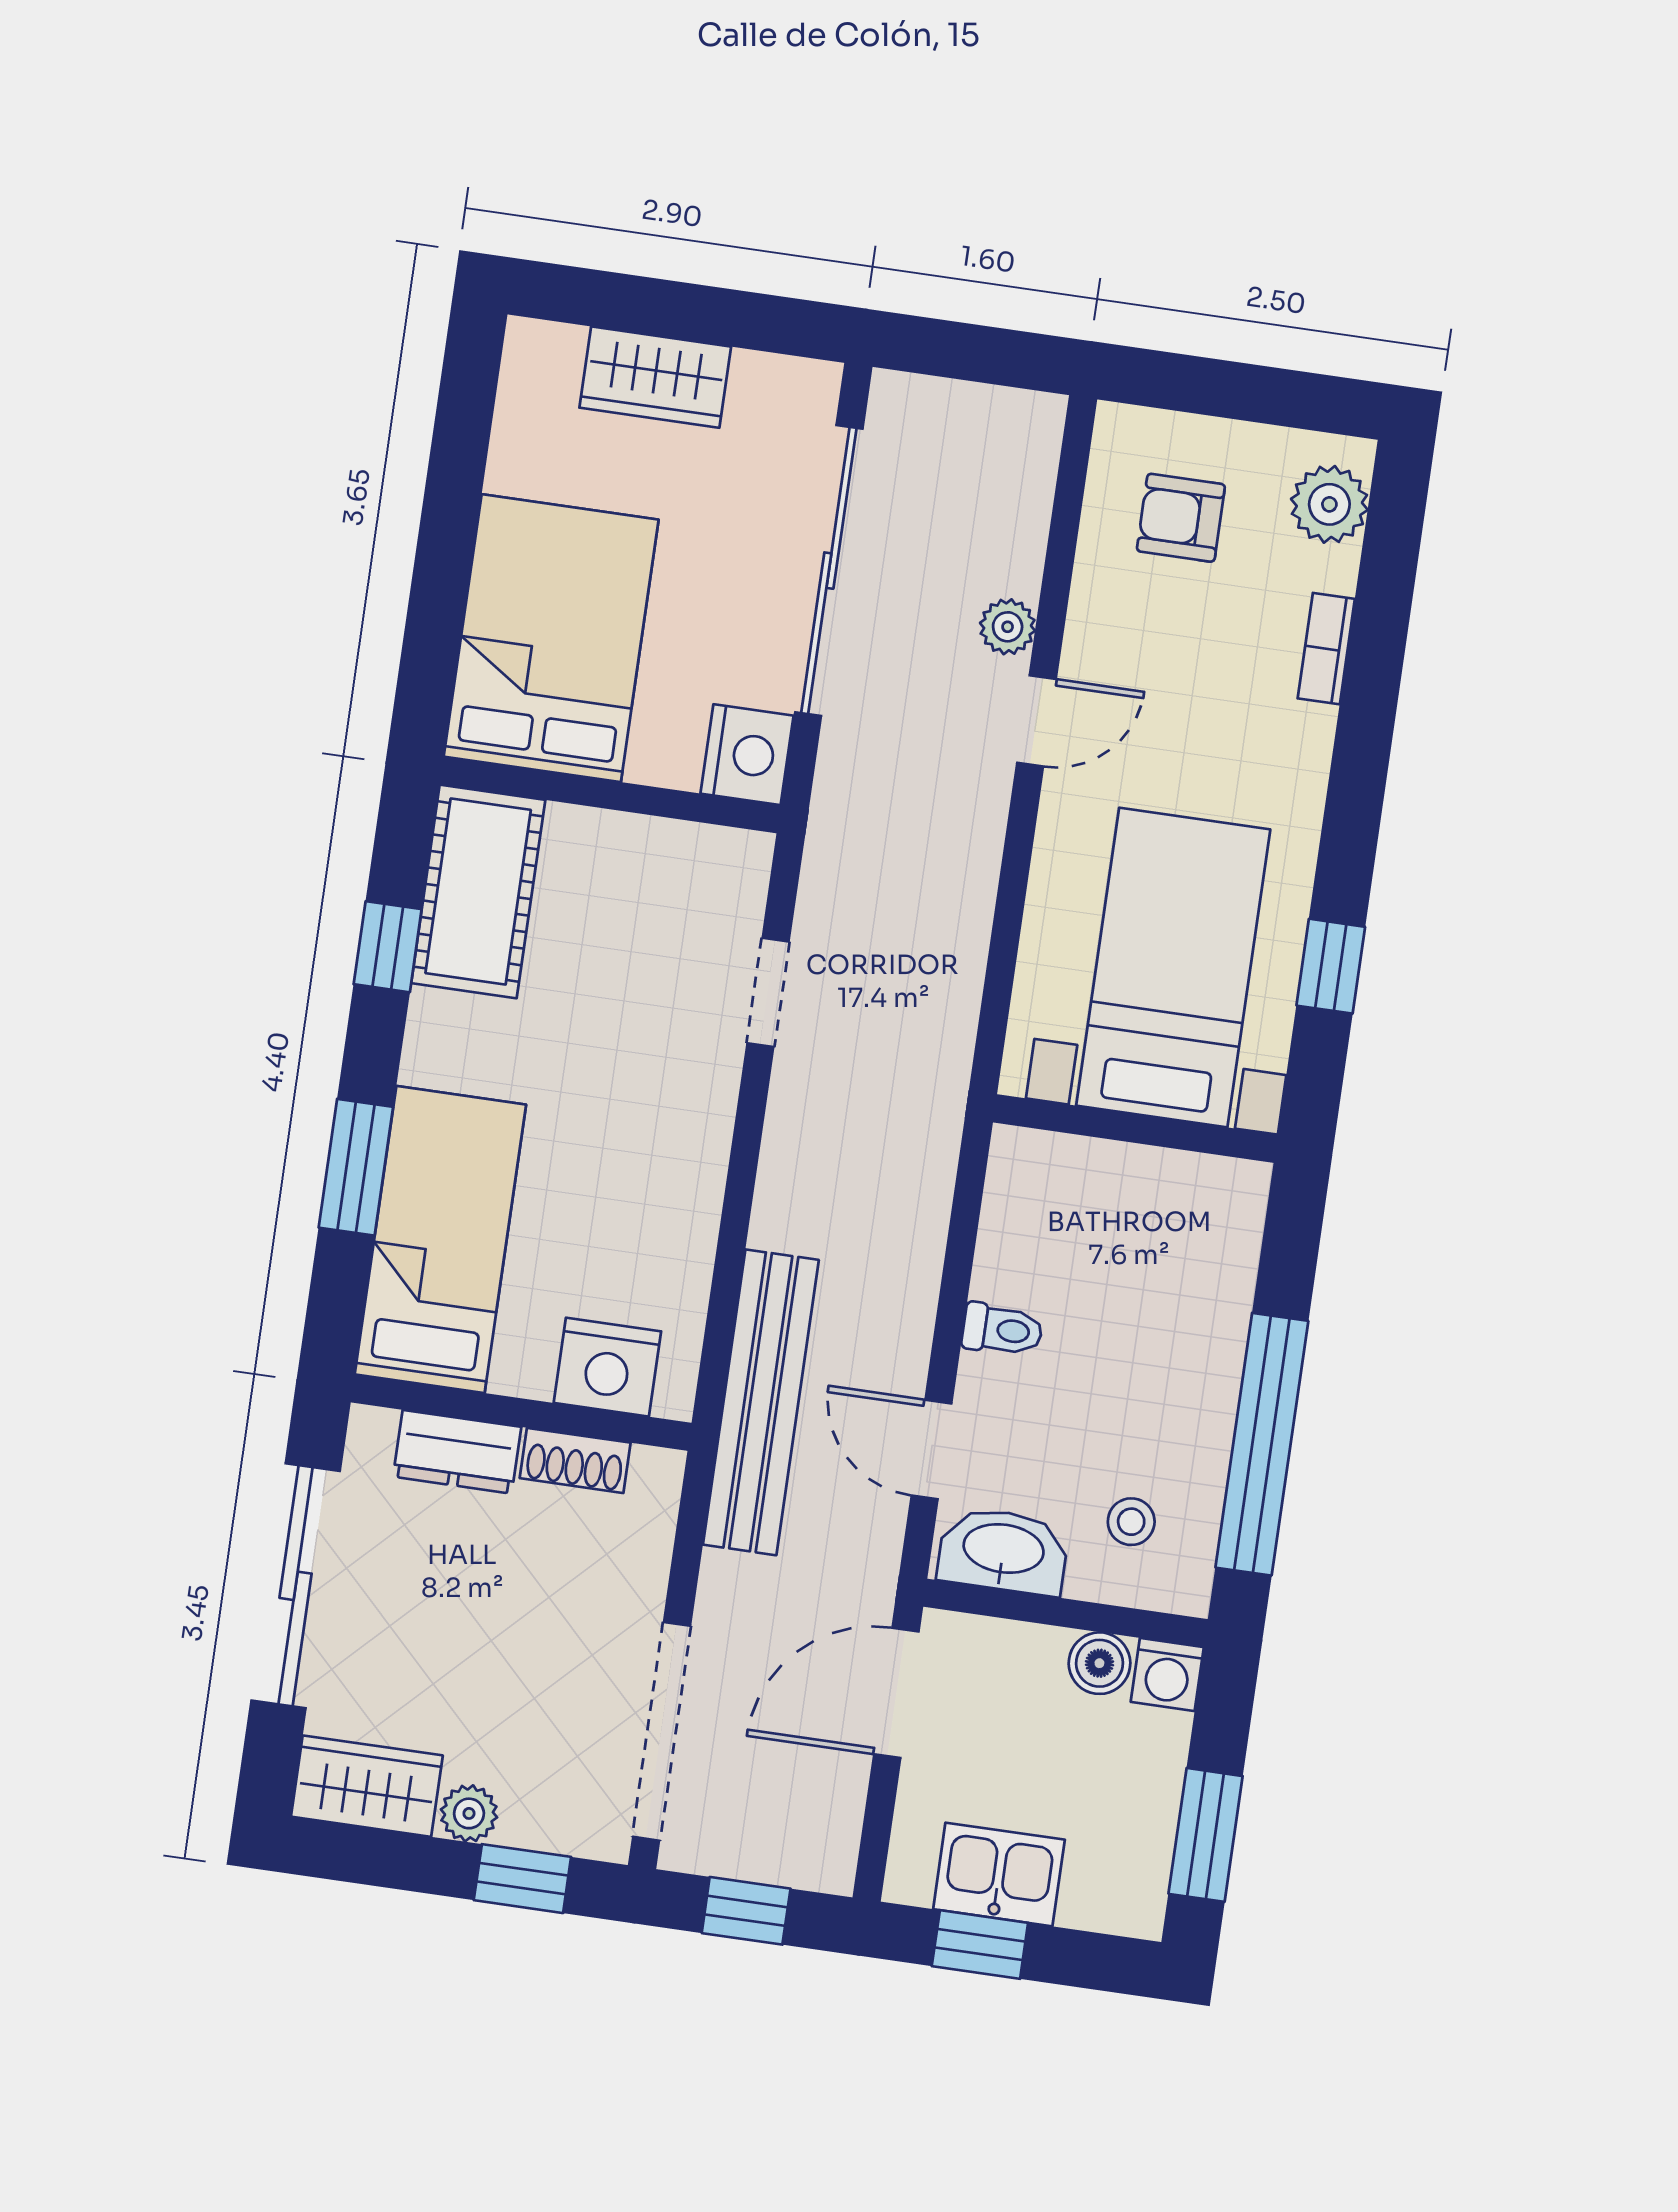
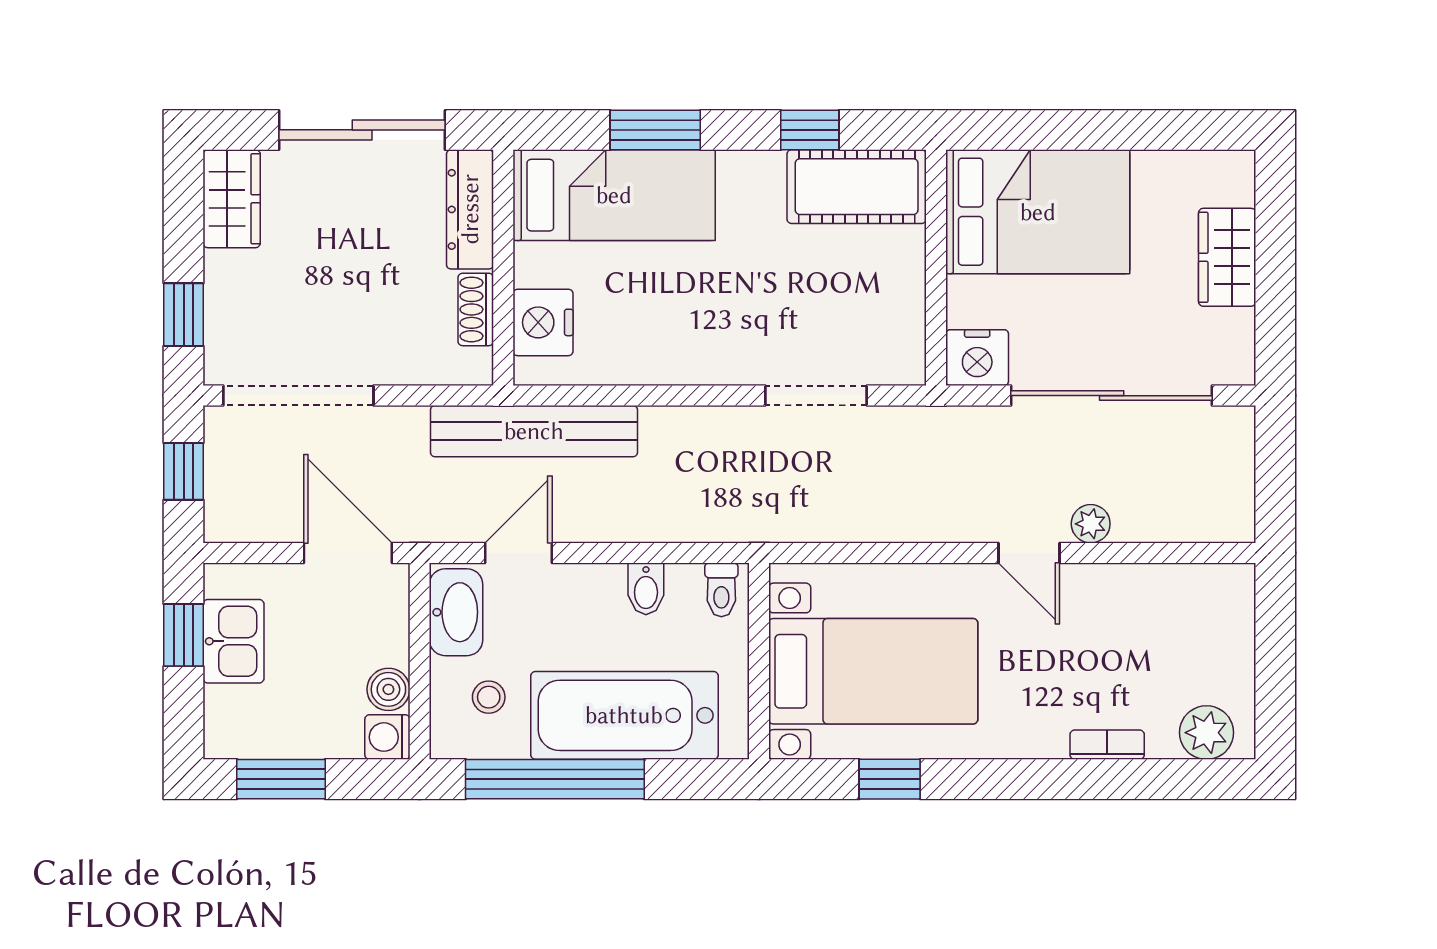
armchair: (1181, 518) -> (1183, 632), removed
doorway: (768, 992) -> (816, 396), width x1.38
bidet: (1009, 1275) -> (646, 589), added
toilet: (1002, 1330) -> (721, 590), moved
bathtub: (1185, 1332) -> (624, 715), added
dresser: (457, 1452) -> (470, 209), width x1.44
plant: (469, 1813) -> (223, 271), removed

